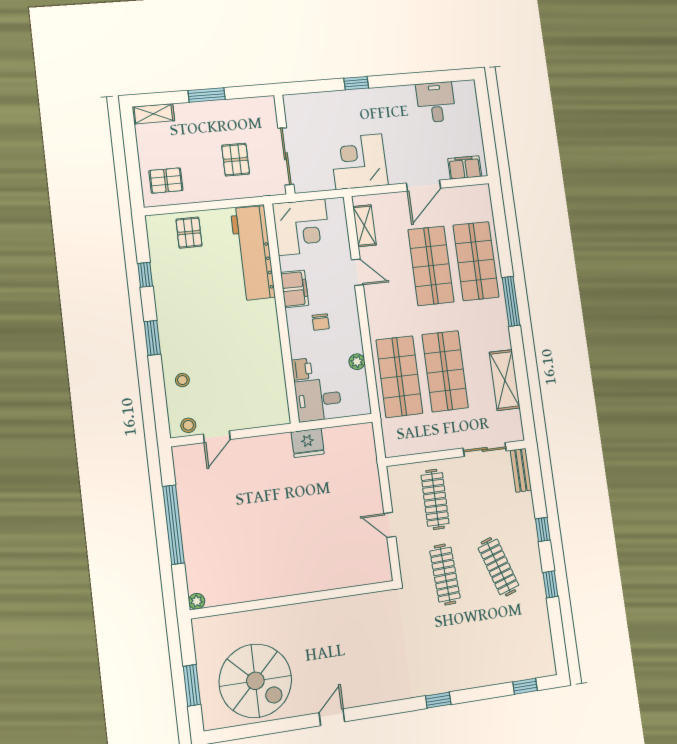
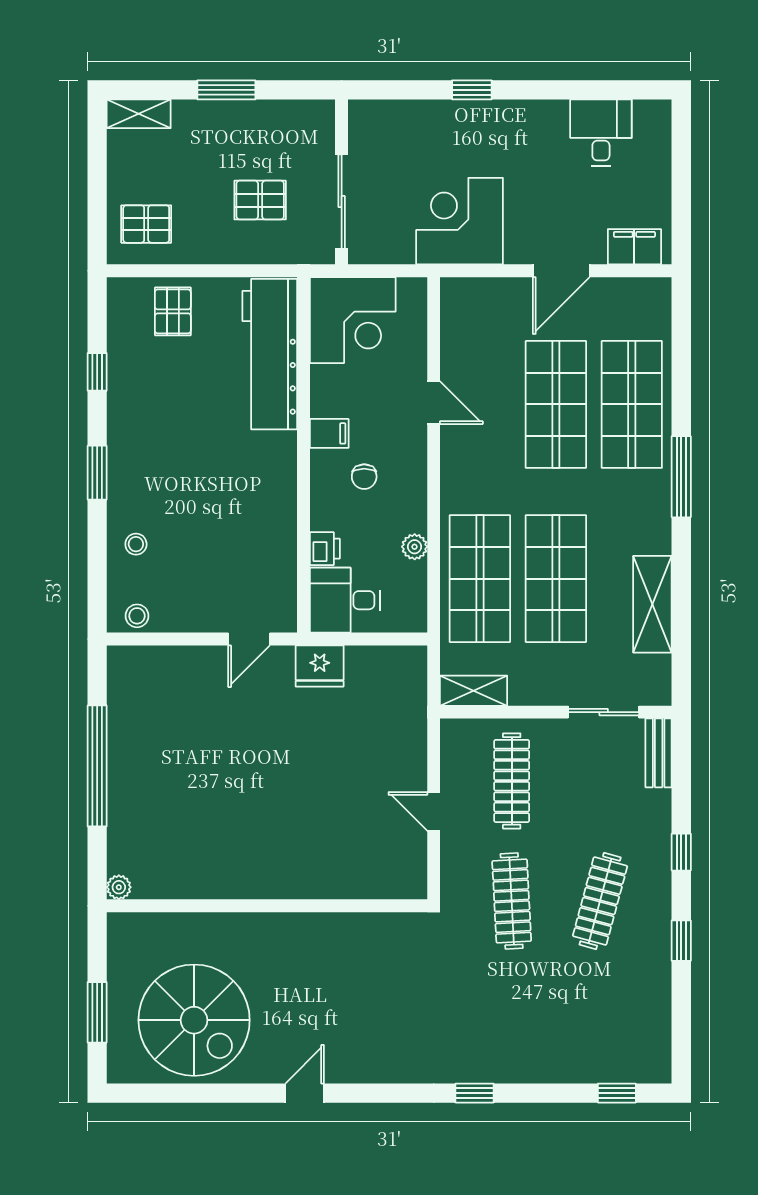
pallet: (236, 160) -> (260, 200), turned 90
shelving: (364, 226) -> (474, 691), moved, turned 90
filing cabinet: (295, 289) -> (329, 433), width x0.50
door: (217, 437) -> (249, 639), moved
clothes rail: (498, 567) -> (600, 901), turned 33

